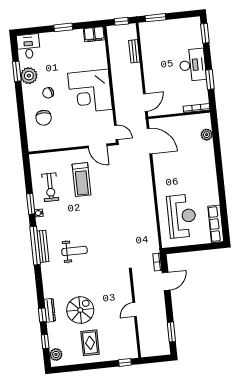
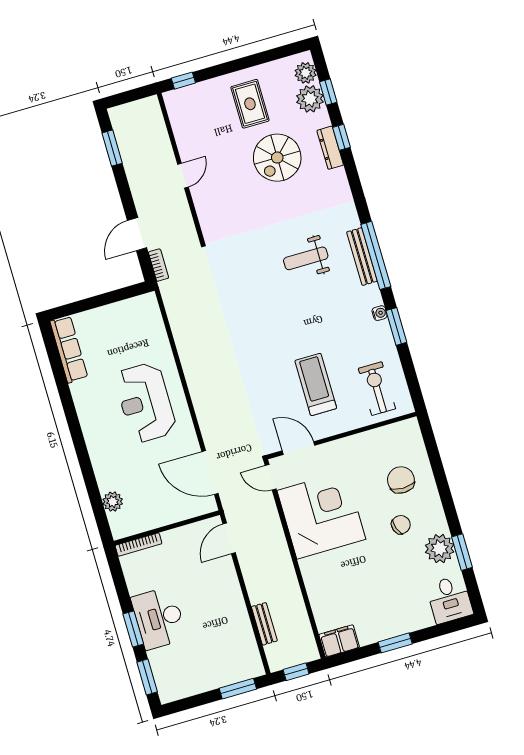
window: (210, 80) -> (133, 629), moved
corner desk: (90, 91) -> (321, 515), moved
exercise bike: (50, 187) -> (377, 388), moved
reception desk: (182, 216) -> (145, 402), moved
plant: (56, 340) -> (310, 99), added

